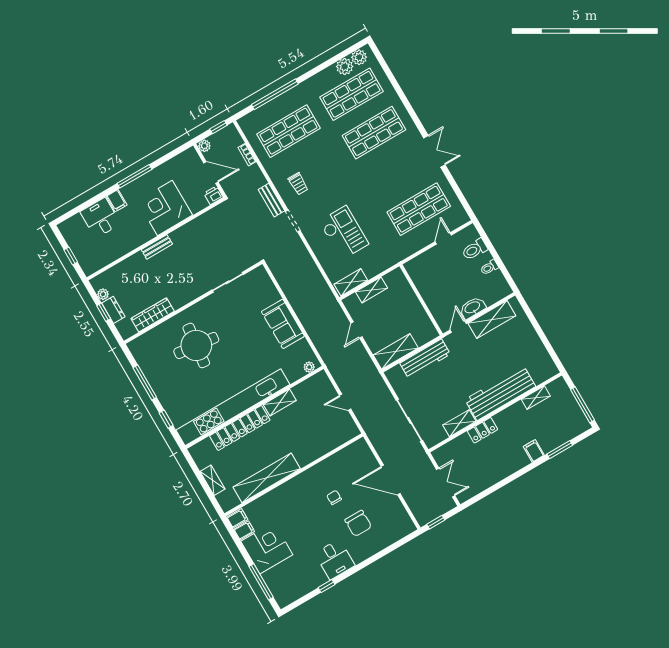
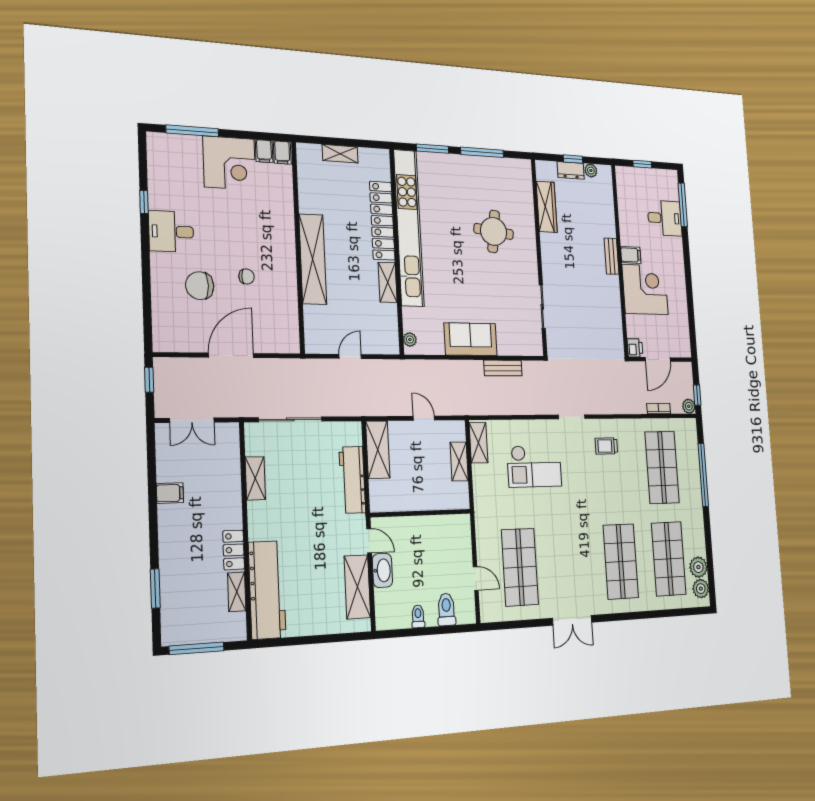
plant: (204, 146) -> (689, 406), moved
window: (135, 176) -> (683, 205), moved
bench: (272, 200) -> (503, 368), moved
filing cabinet: (117, 201) -> (631, 255), moved, turned 180
round table: (196, 345) -> (494, 231), width x0.73, depth x0.73
workbench: (500, 393) -> (267, 590), moved
window: (166, 419) -> (433, 149), width x1.50
locker: (482, 430) -> (234, 550), moved
filing cabinet: (534, 451) -> (170, 493), moved
shelving: (267, 478) -> (313, 259), moved

